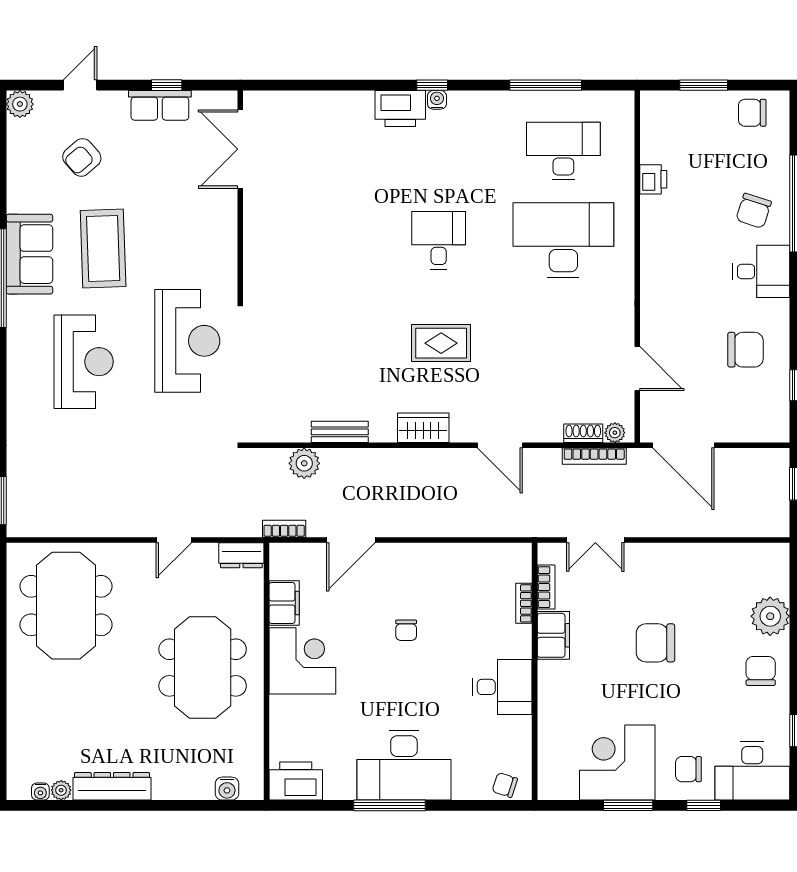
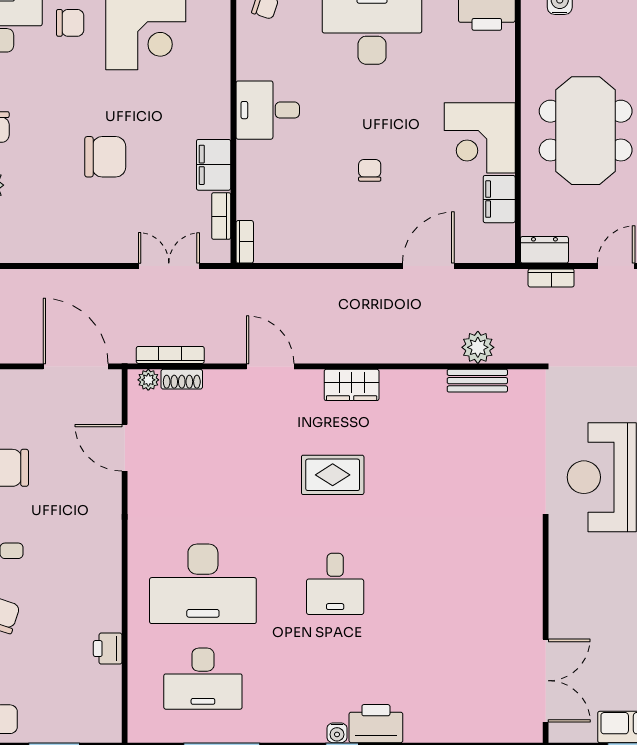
bench: (340, 432) -> (477, 381), moved
bookcase: (284, 529) -> (551, 278), moved
bookcase: (524, 603) -> (245, 242), moved

